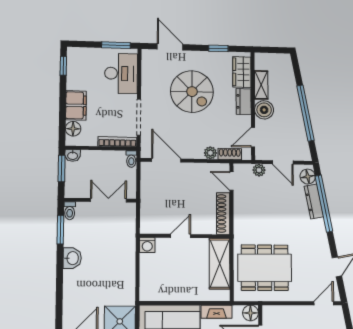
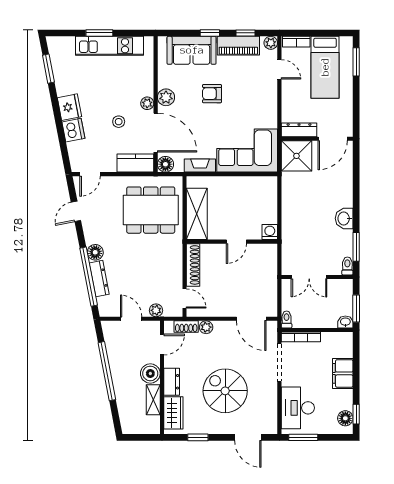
floor lamp: (73, 129) -> (345, 418), moved
floor lamp: (308, 177) -> (95, 252), moved
kitchen counter: (280, 314) -> (135, 163), added

